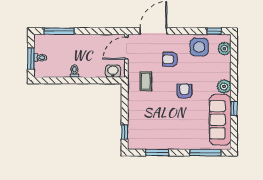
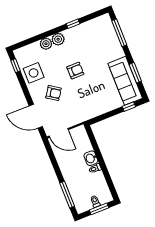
plant: (224, 49) -> (46, 44), moved
armchair: (170, 59) -> (54, 93), turned -56
washbasin: (113, 71) -> (91, 158), moved
coffee table: (146, 81) -> (80, 106), removed
armchair: (184, 91) -> (75, 71), turned 180
sofa: (220, 120) -> (125, 81), moved, turned 90

